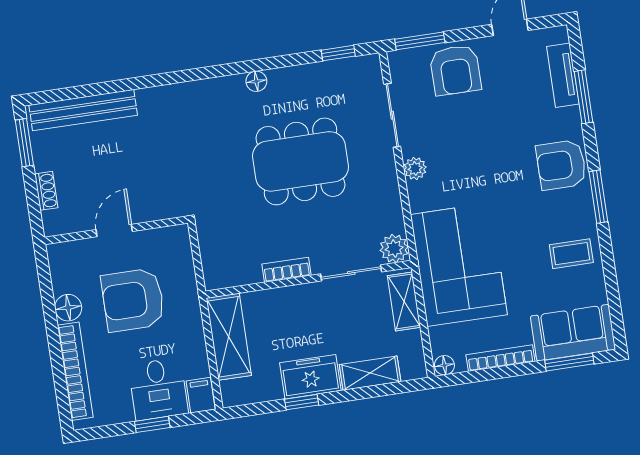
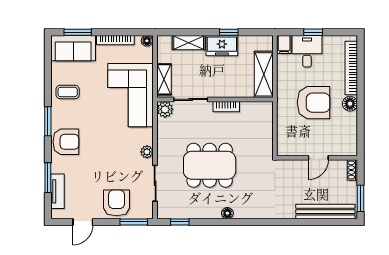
wall: (116, 230) -> (317, 158), moved
door: (114, 231) -> (318, 158), moved

